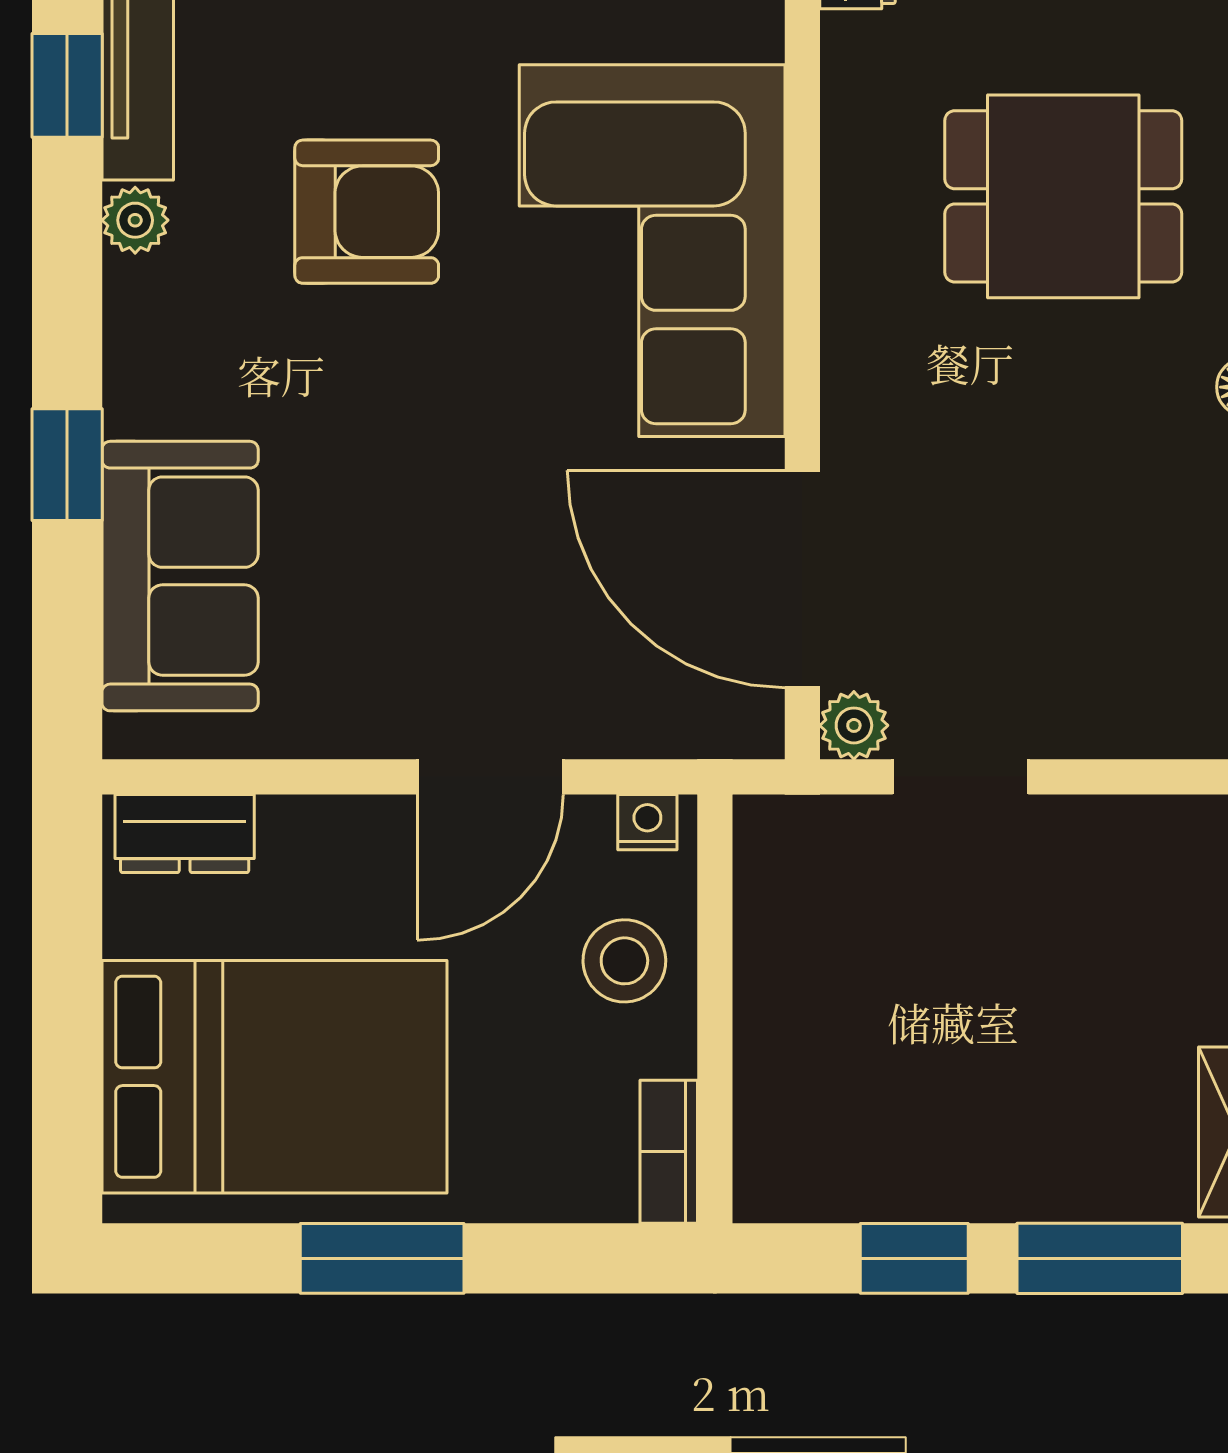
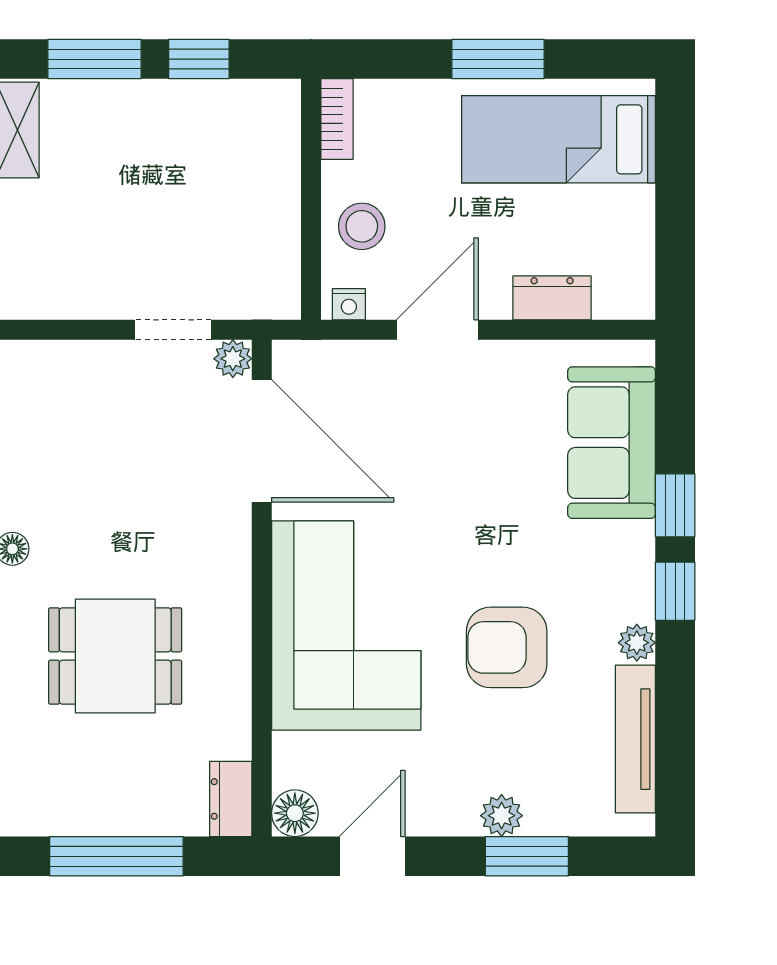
window: (67, 85) -> (675, 591), moved
dresser: (185, 834) -> (552, 298), moved
bed: (274, 1077) -> (559, 139), width x0.67

